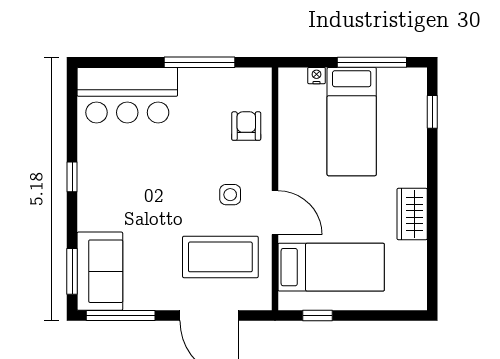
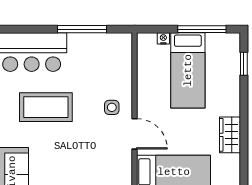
armchair: (246, 126) -> (114, 74), removed
side table: (230, 195) -> (112, 107), moved
coffee table: (220, 257) -> (46, 107), moved

